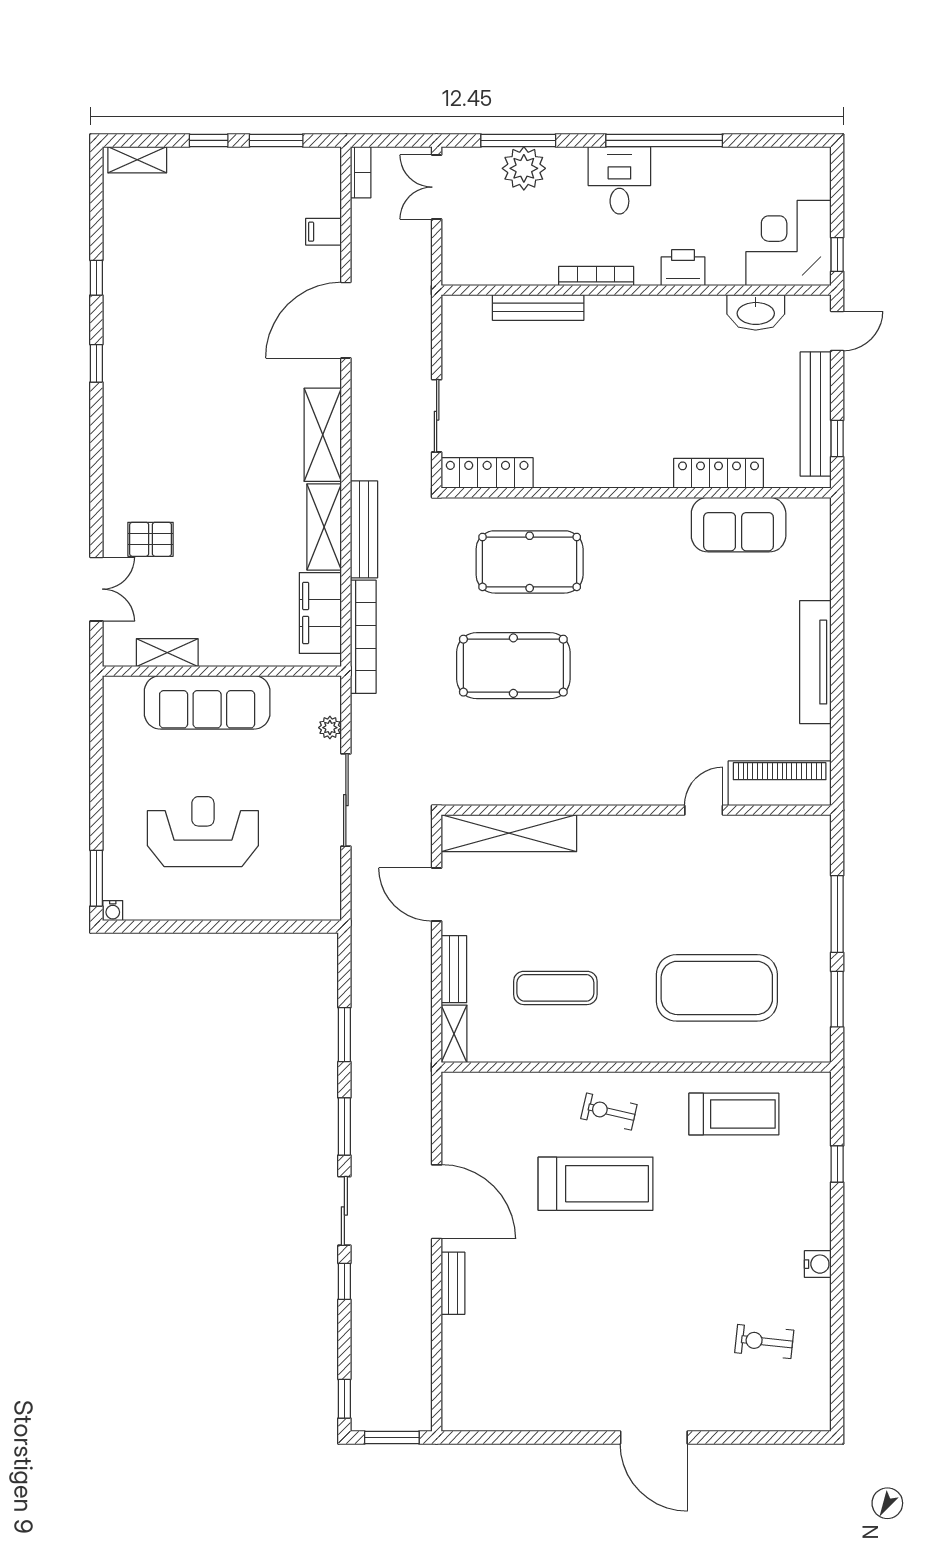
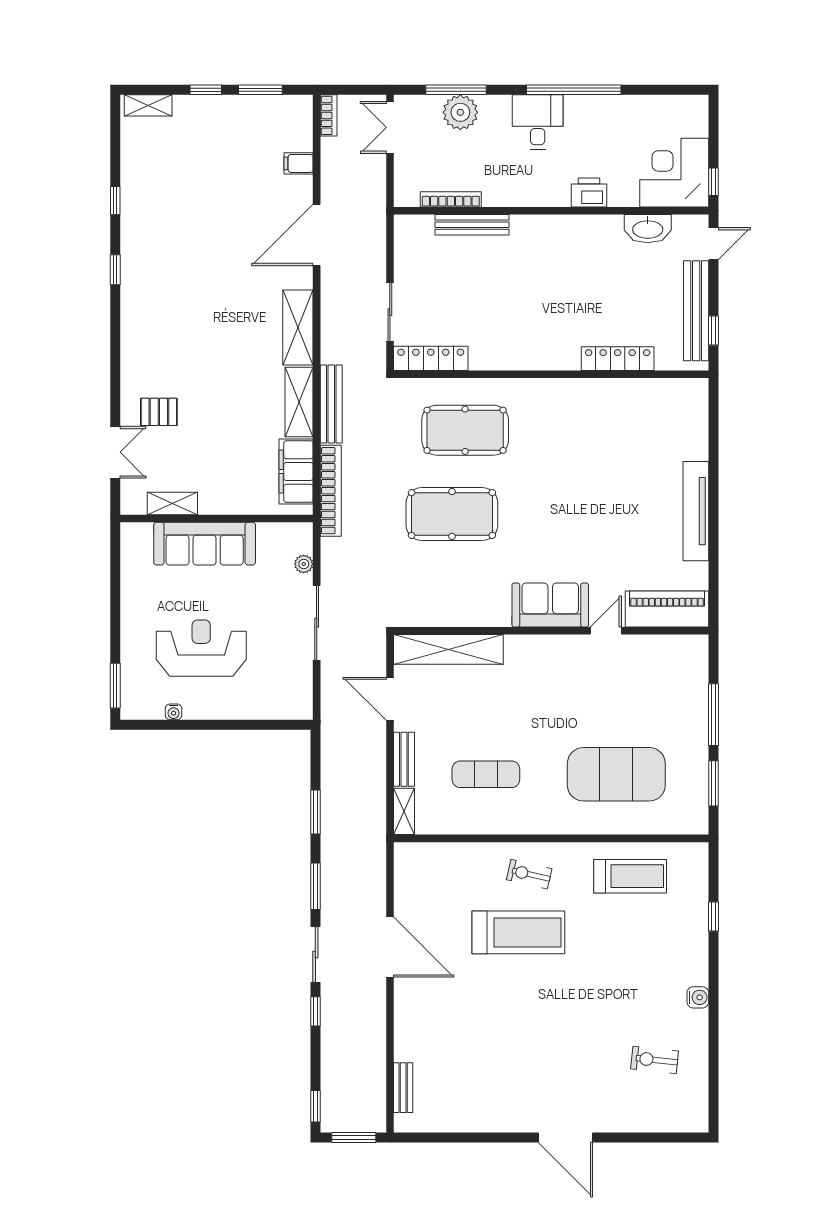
bookcase: (596, 276) -> (451, 199), moved
sofa: (739, 525) -> (550, 605), moved, turned 180
water cooler: (113, 911) -> (174, 712), moved
bench: (453, 1283) -> (403, 1088), moved

